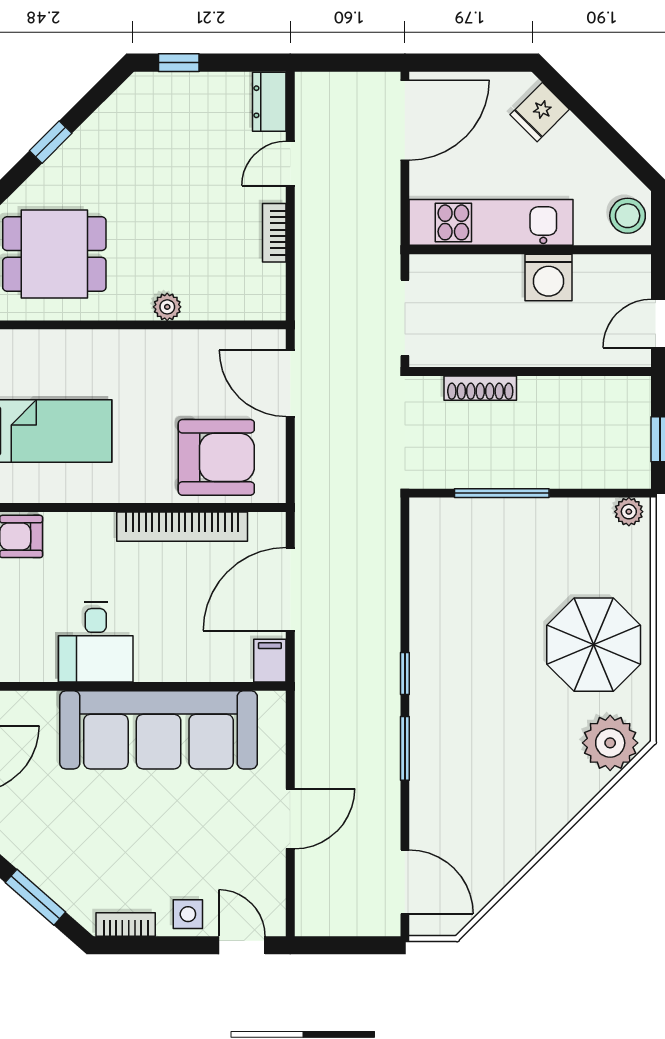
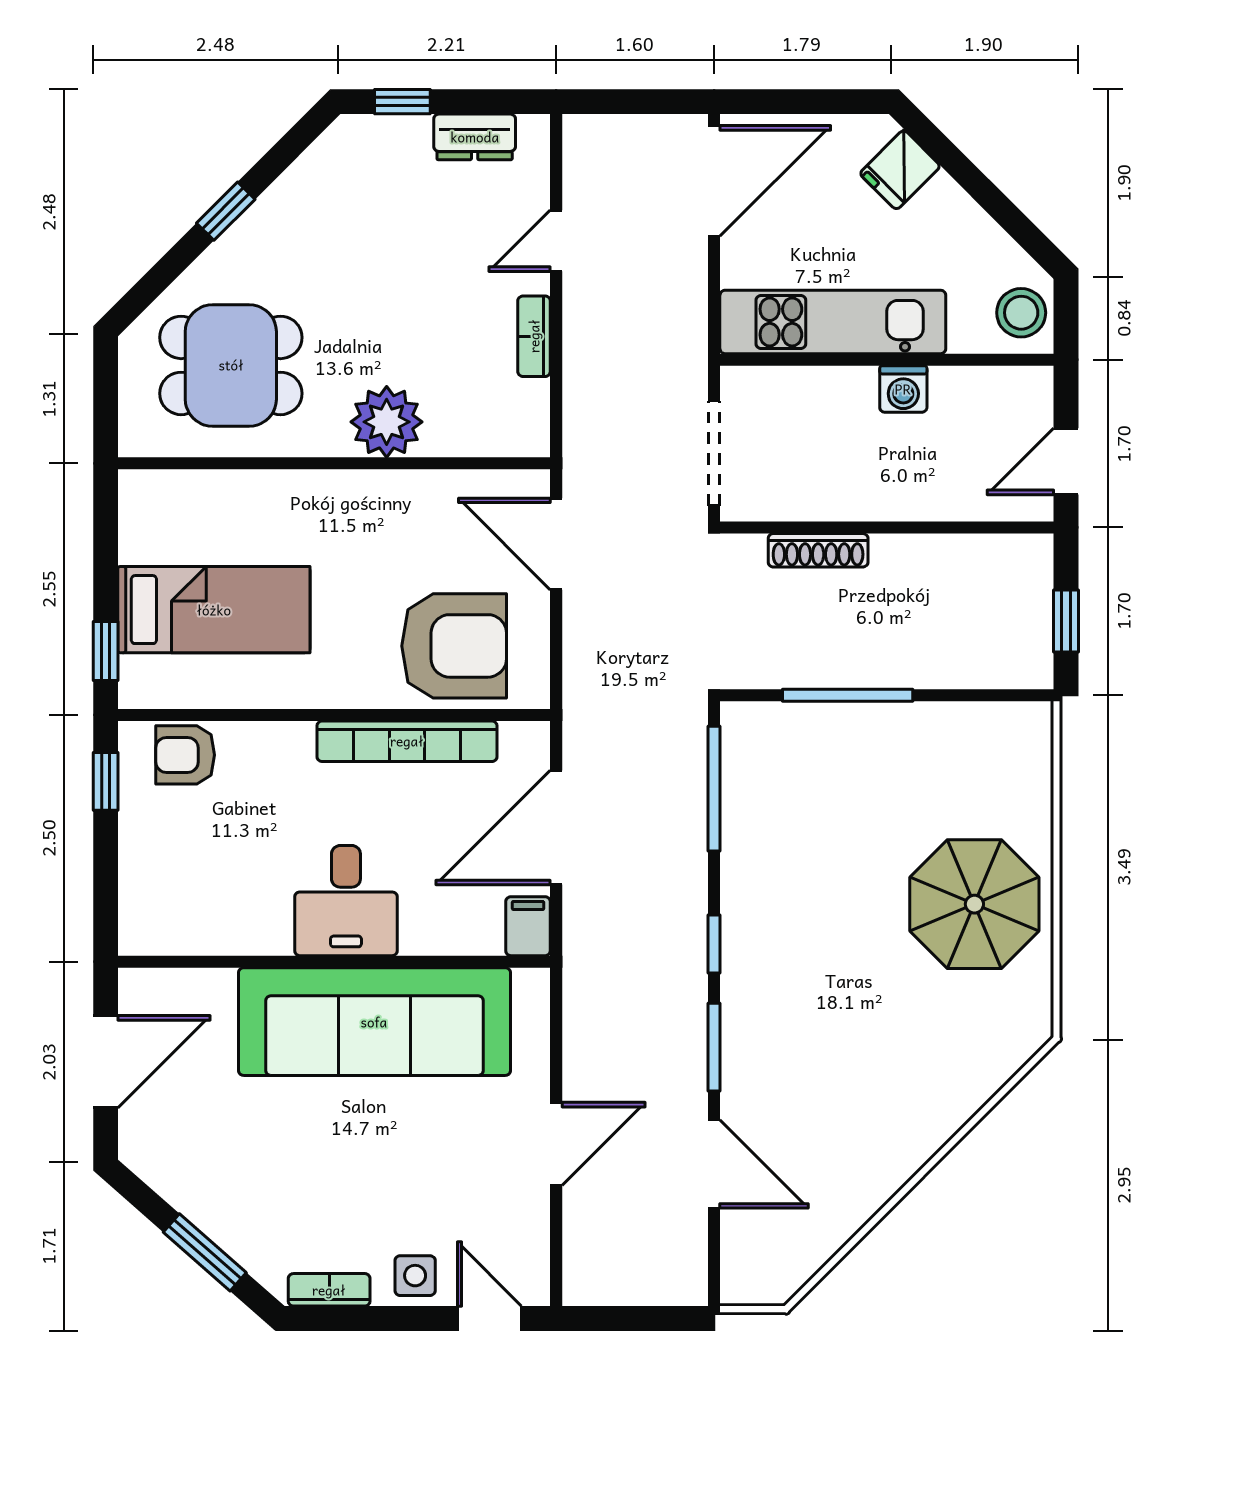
dresser: (269, 102) -> (475, 137), moved, turned -90
washing machine: (549, 277) -> (903, 389), width x0.73, depth x0.73
plant: (167, 307) -> (387, 422), width x1.88, depth x1.88
plant: (629, 512) -> (1023, 721), removed
window: (405, 561) -> (714, 789), added
desk: (96, 642) -> (346, 901), moved
plant: (610, 743) -> (997, 1040), removed
door: (405, 882) -> (714, 1164), moved

